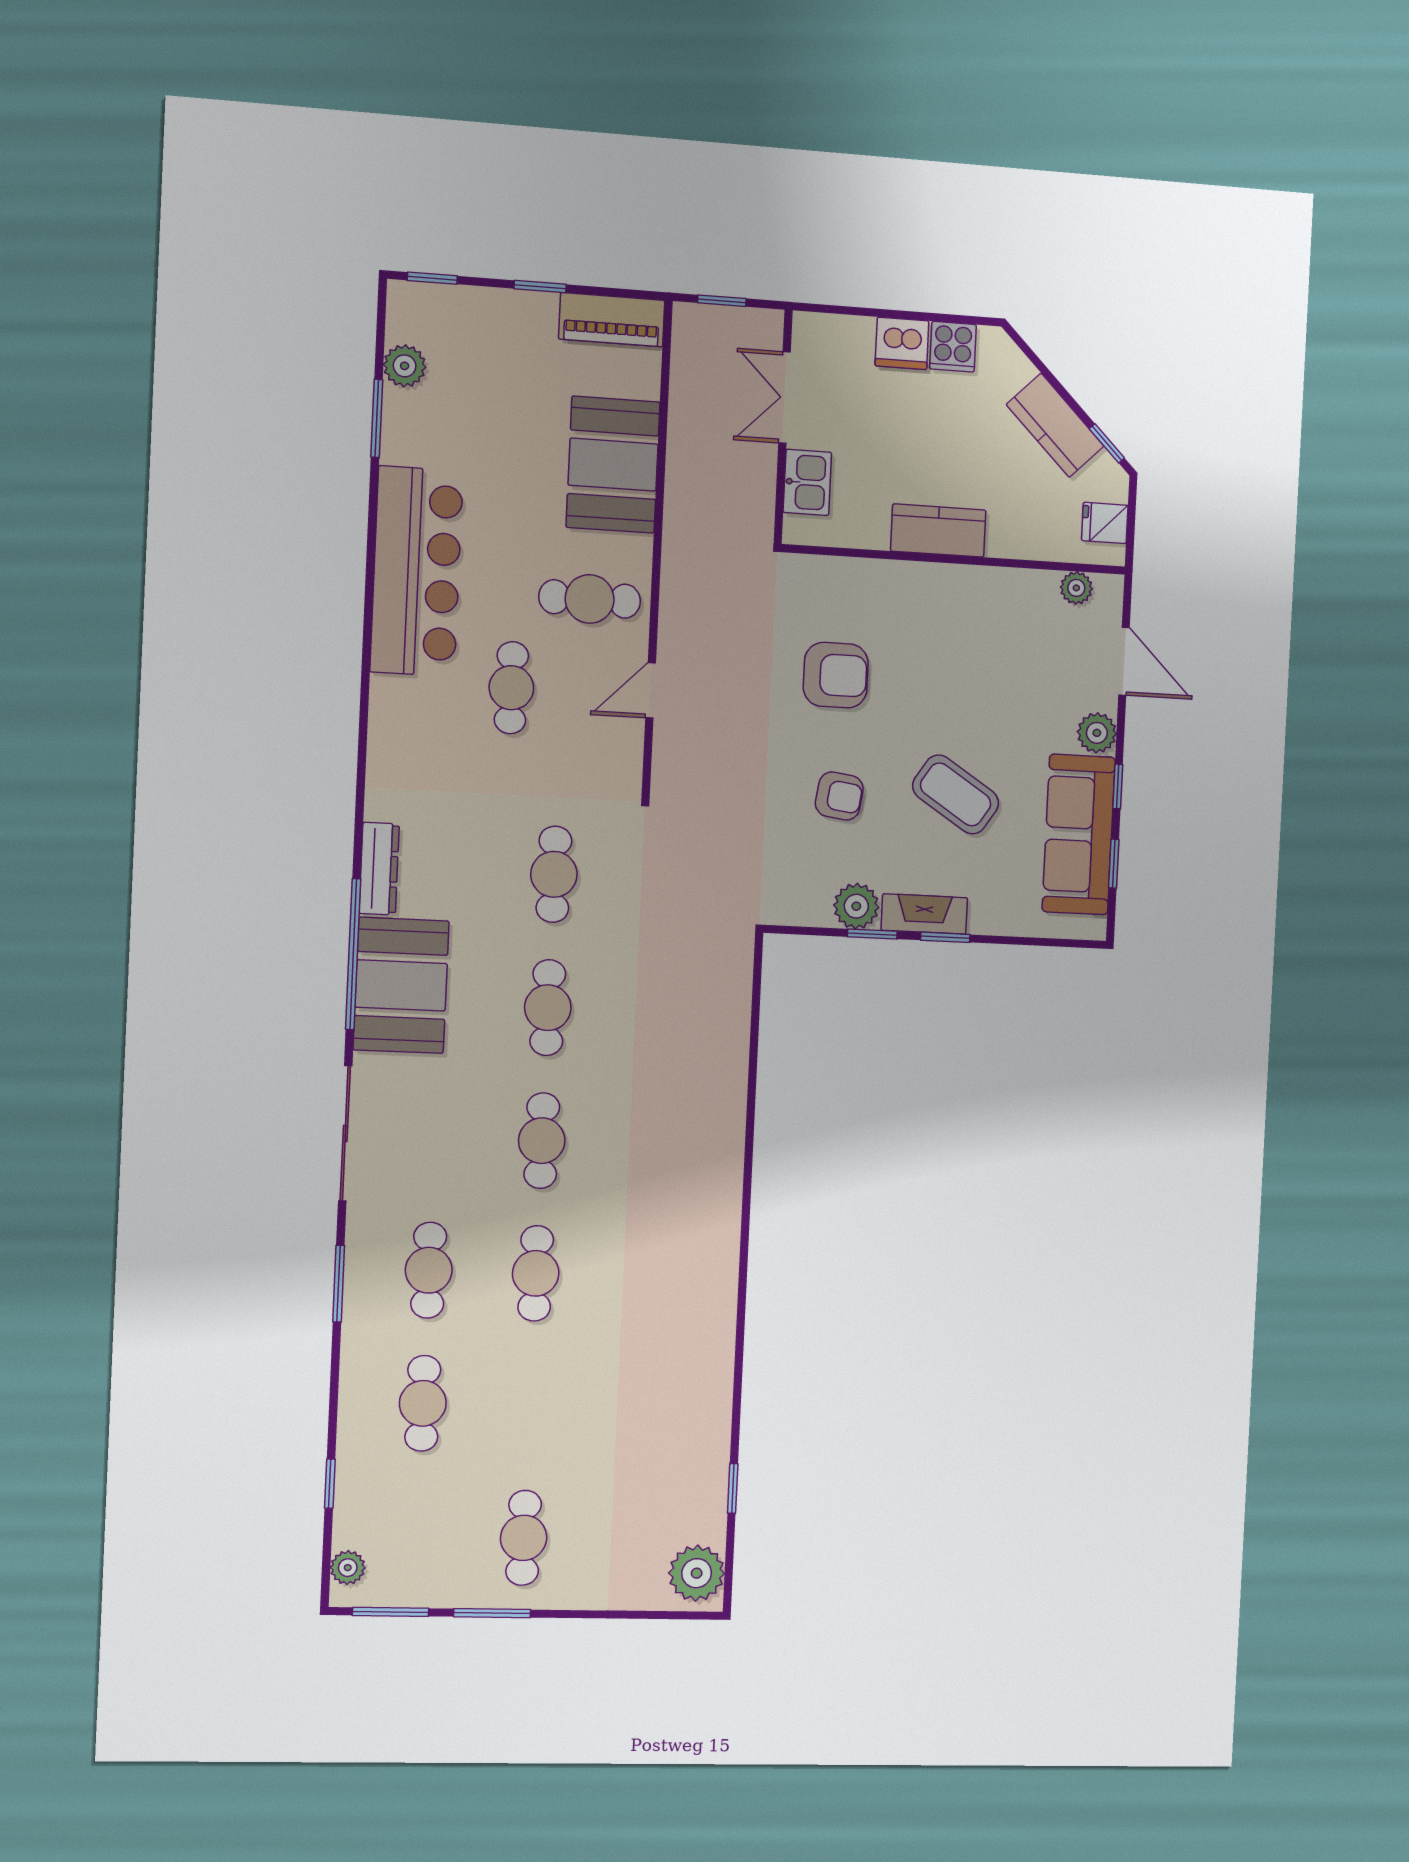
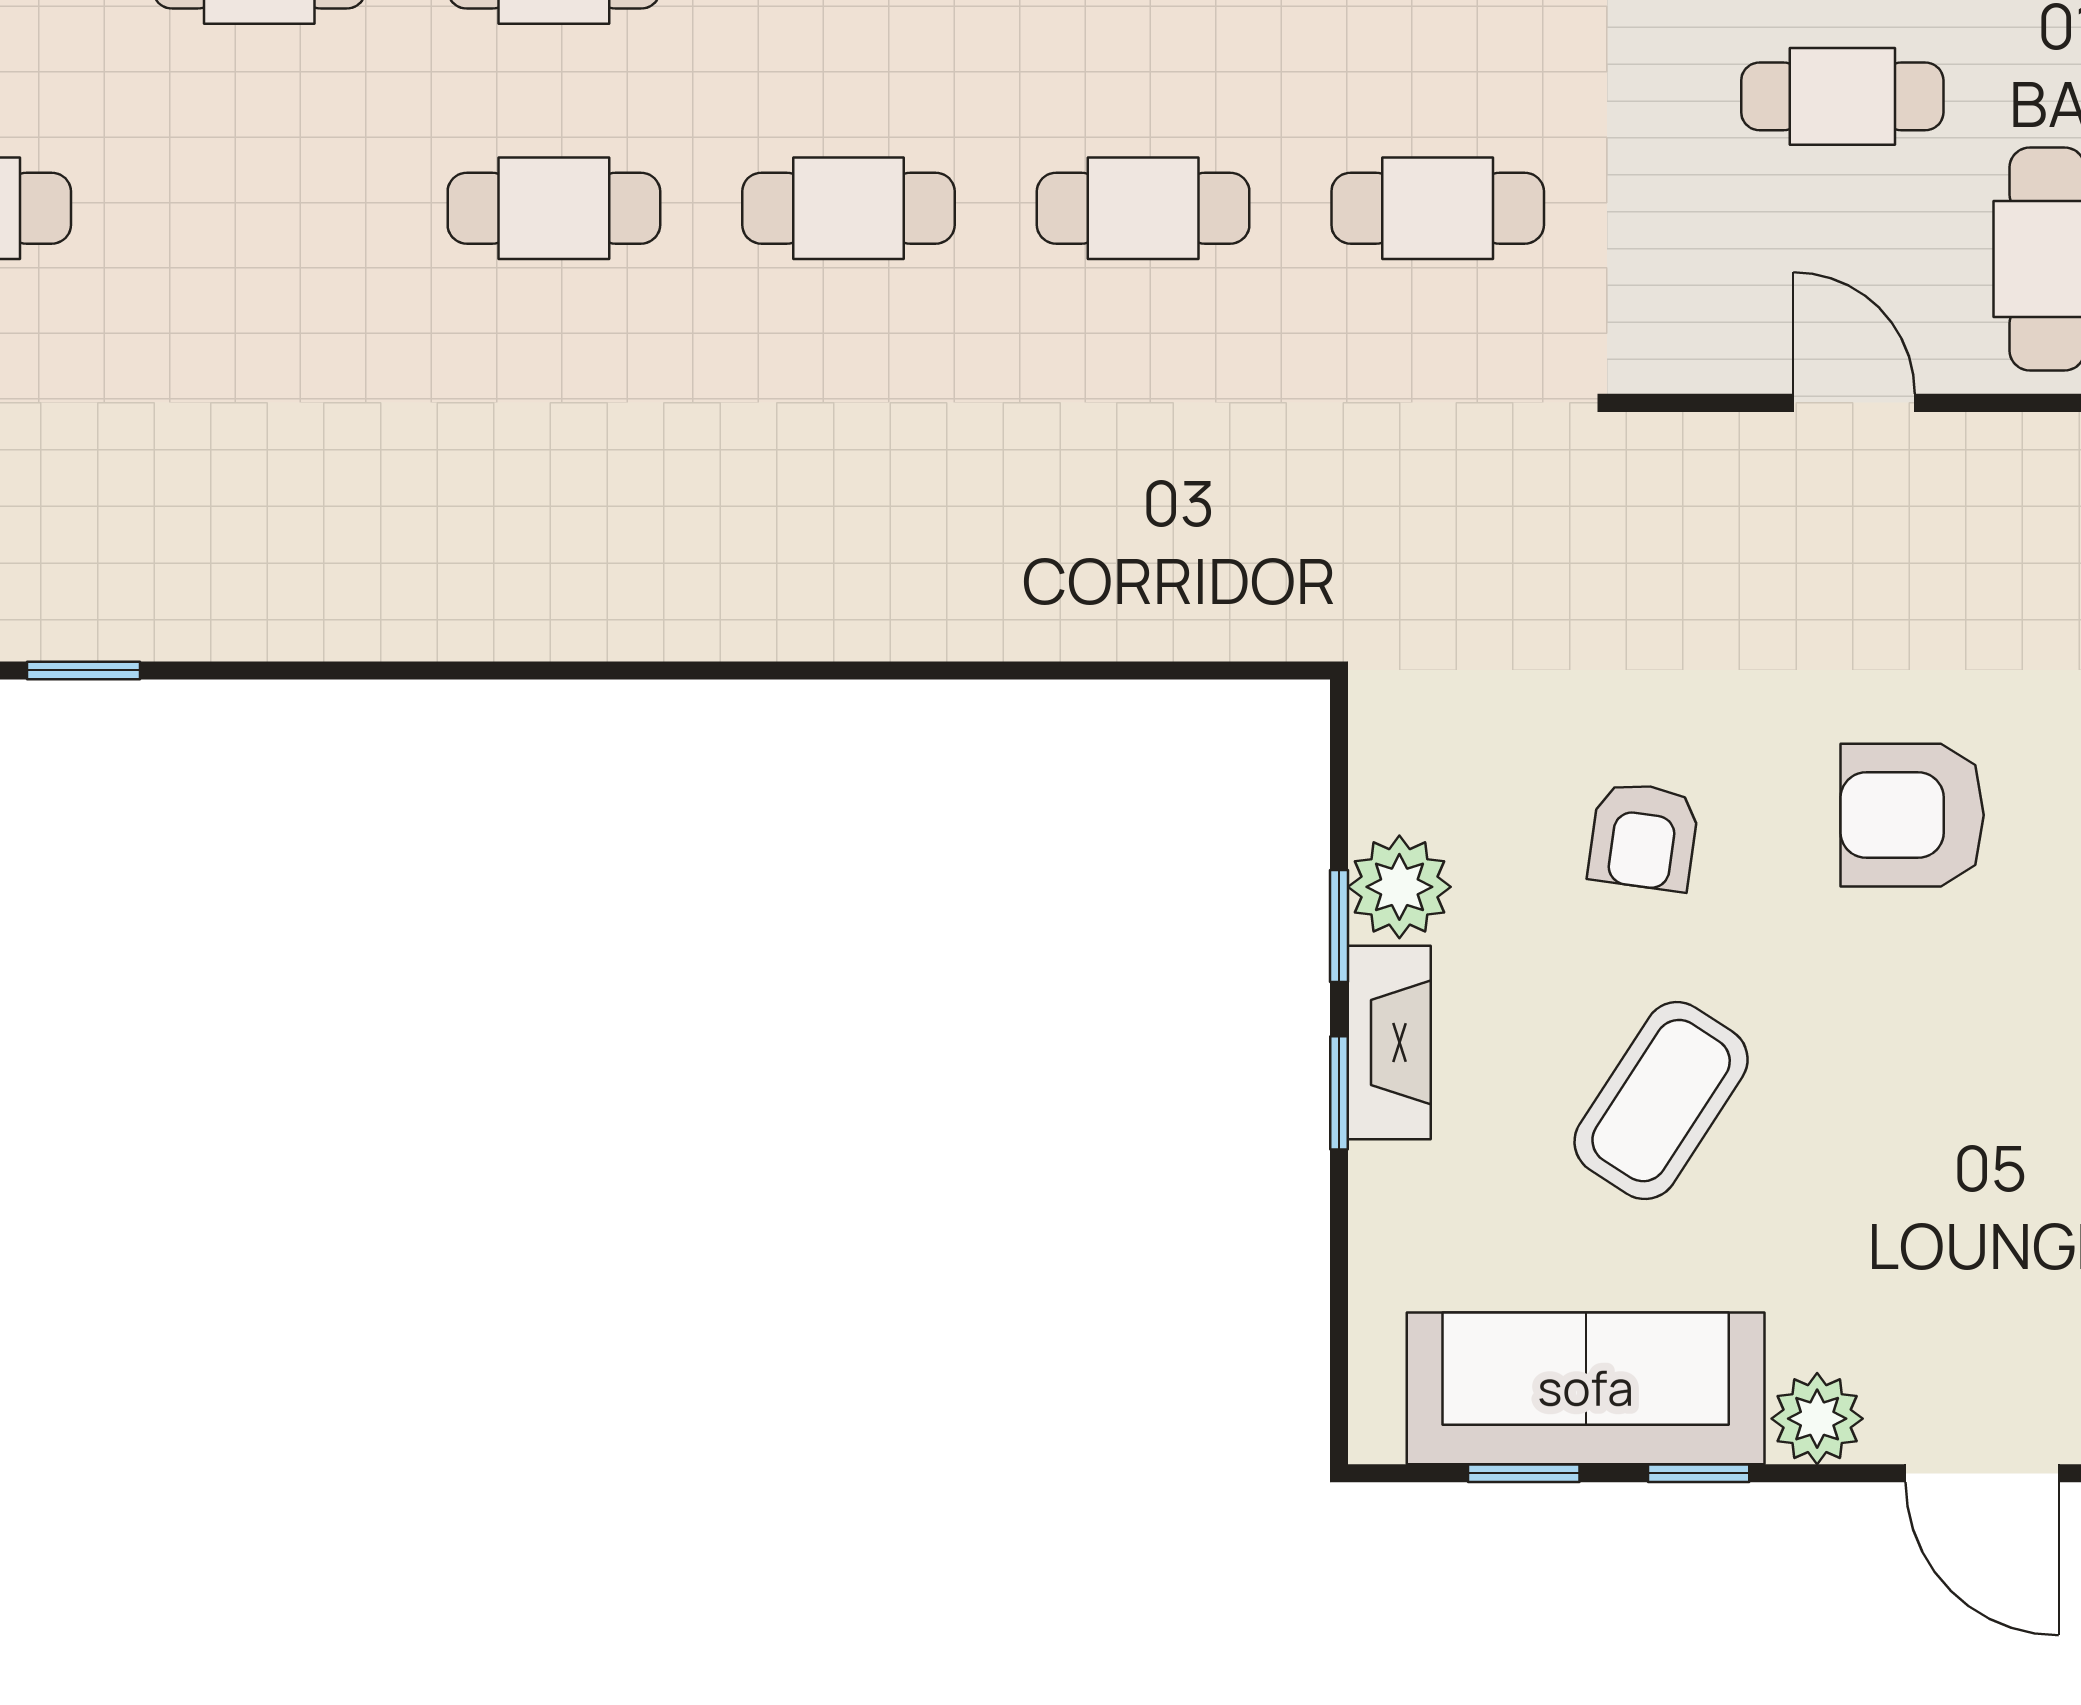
door: (1124, 661) -> (1982, 1473), hinge flipped
armchair: (836, 675) -> (1912, 815), turned 90

